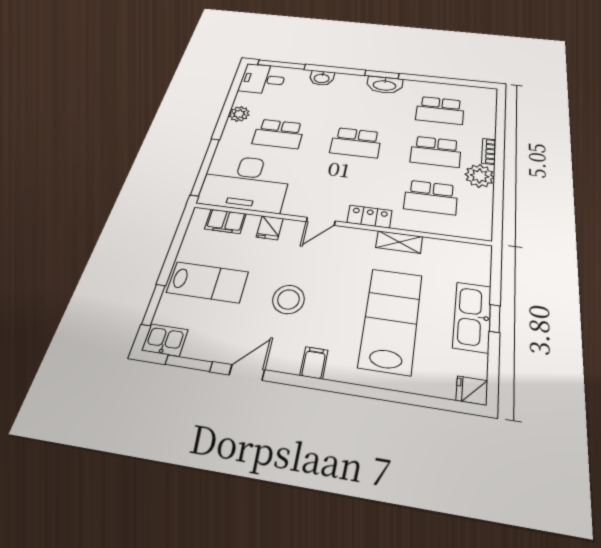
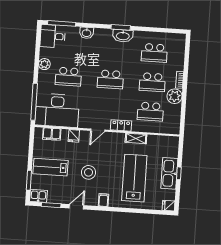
lab bench: (208, 282) -> (50, 167), turned 180

